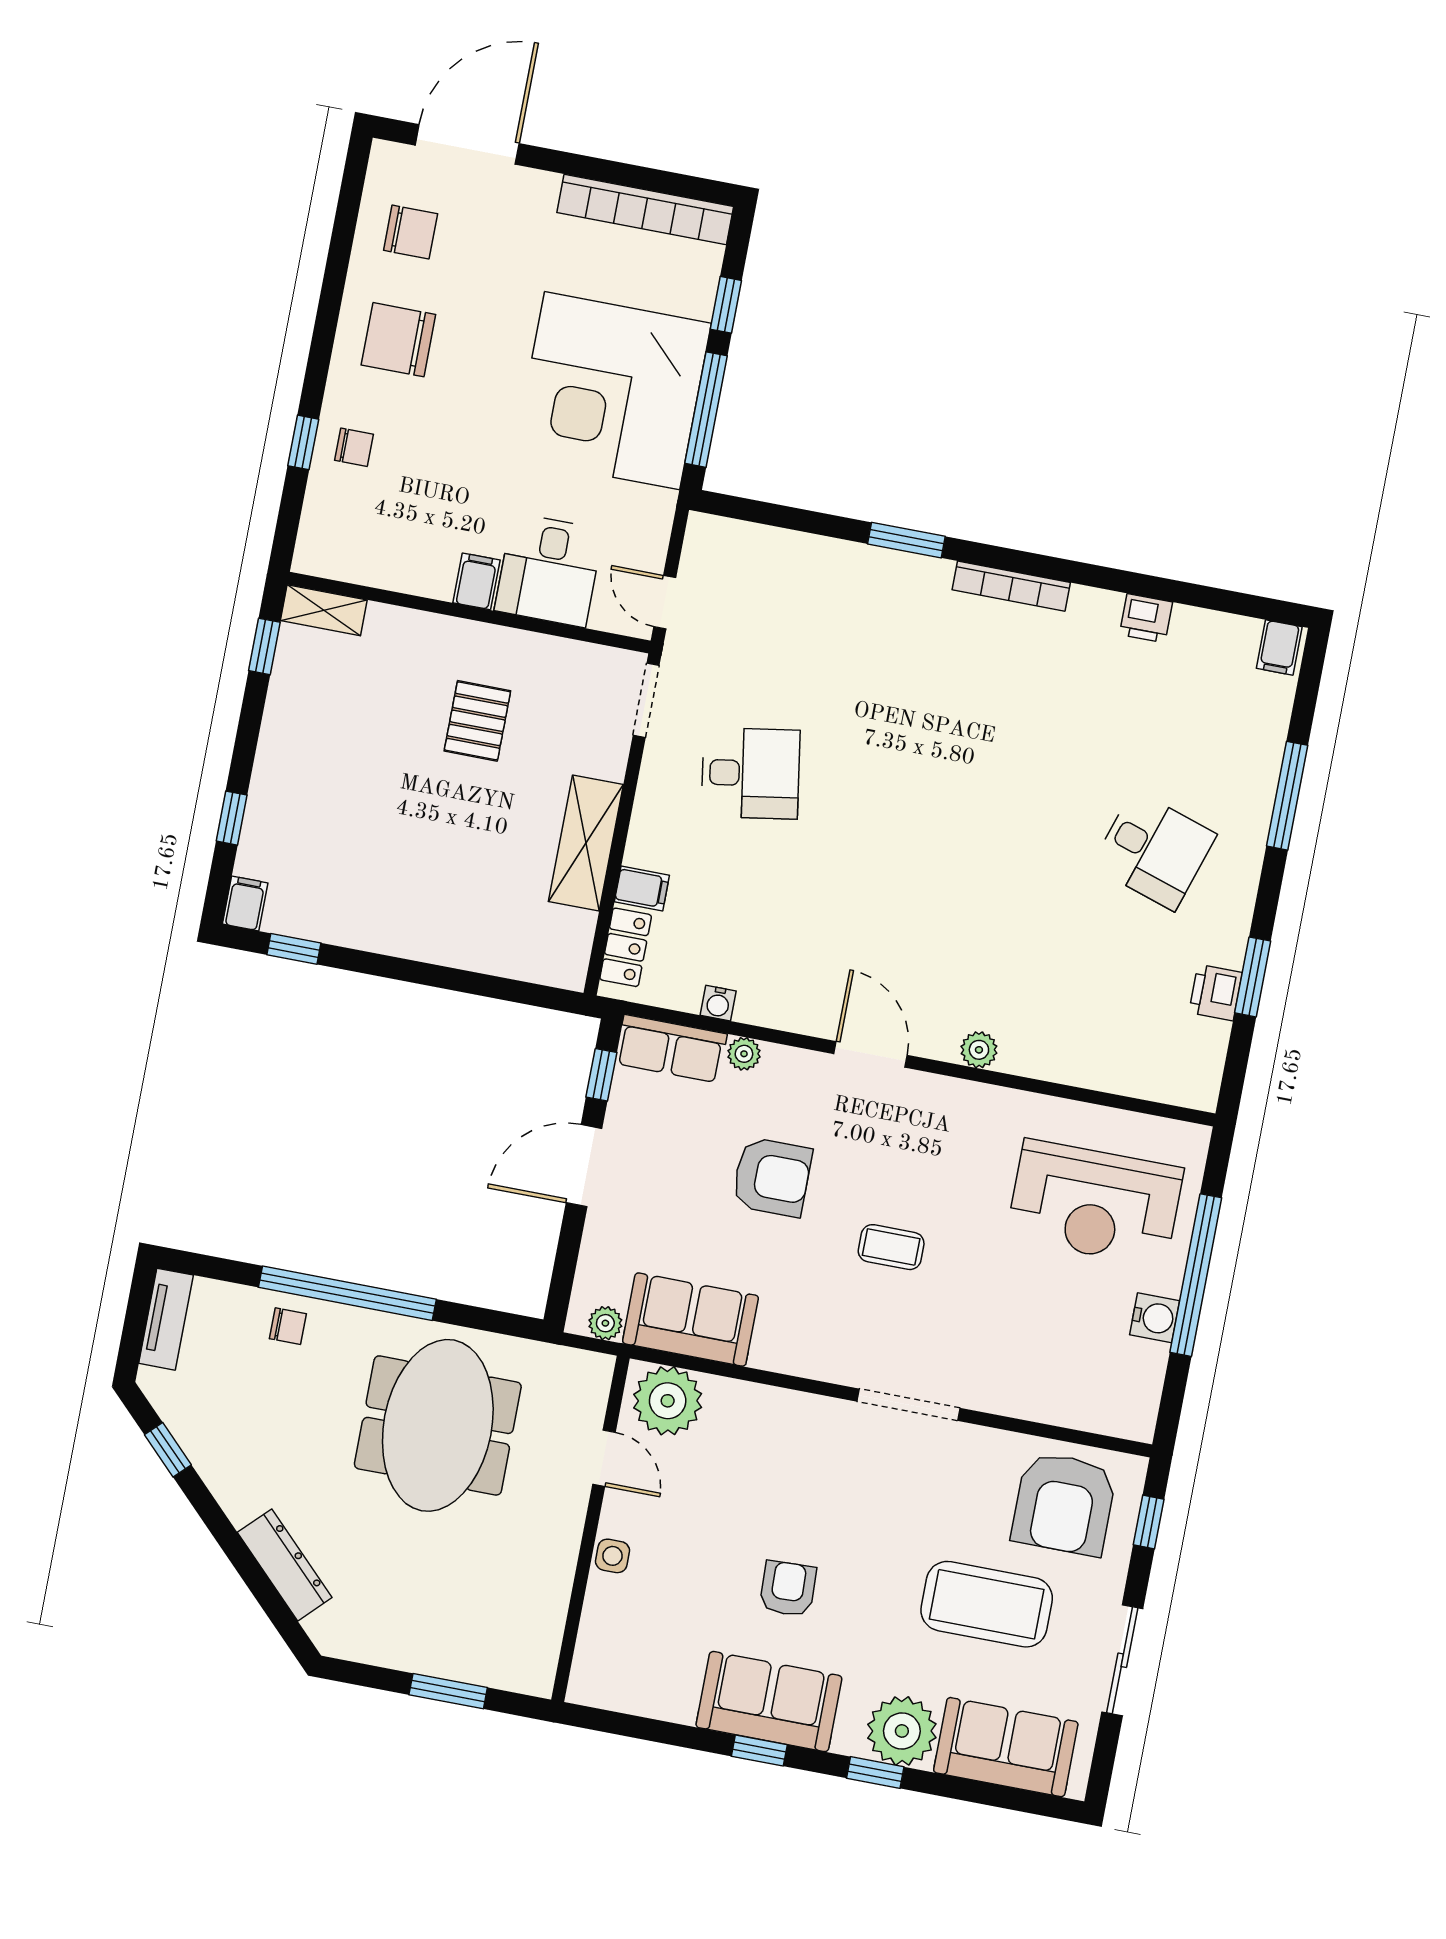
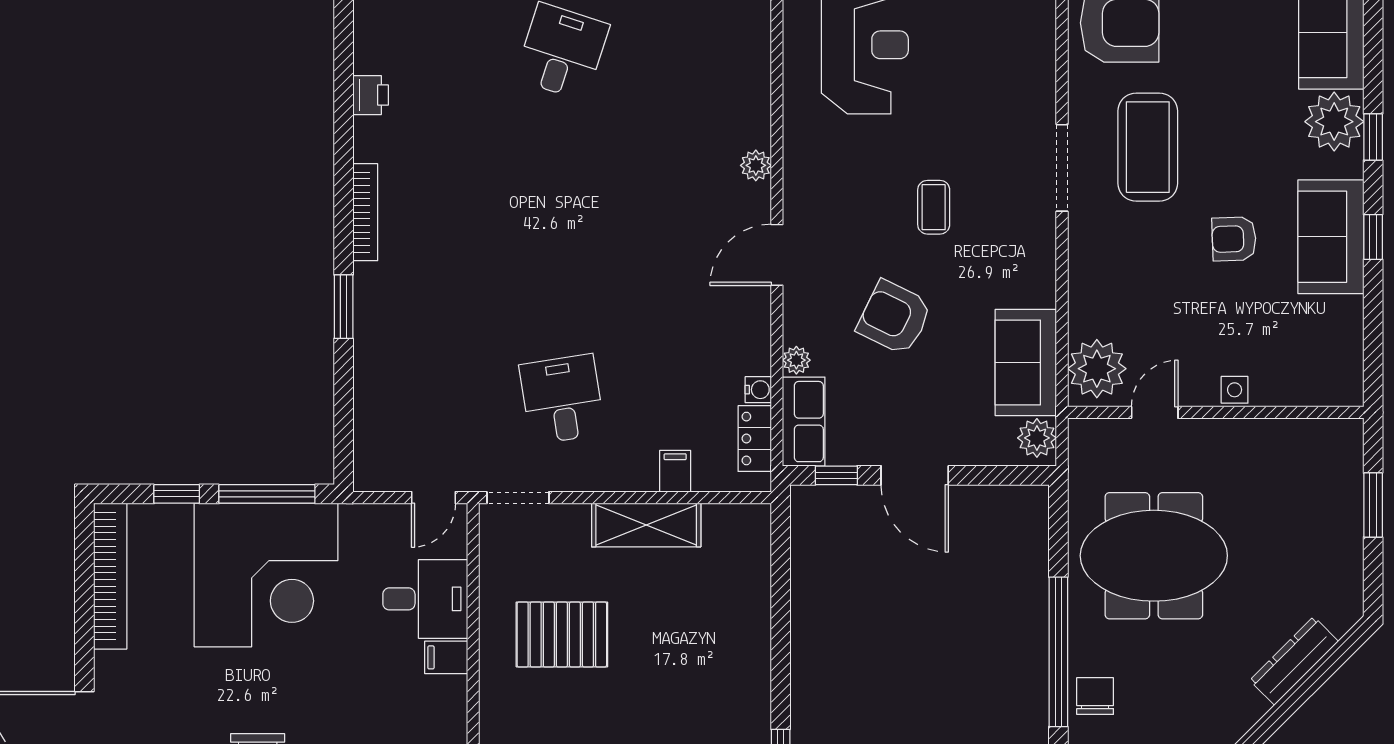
pallet: (477, 721) -> (562, 634), width x1.50, depth x1.42
locker: (626, 947) -> (755, 439), moved, turned -90
armchair: (772, 1177) -> (894, 317), turned -64
plant: (605, 1323) -> (1037, 438), width x1.38, depth x1.38
chair: (288, 1326) -> (1095, 696), width x1.37, depth x1.37
coffee table: (987, 1604) -> (1148, 147), moved

